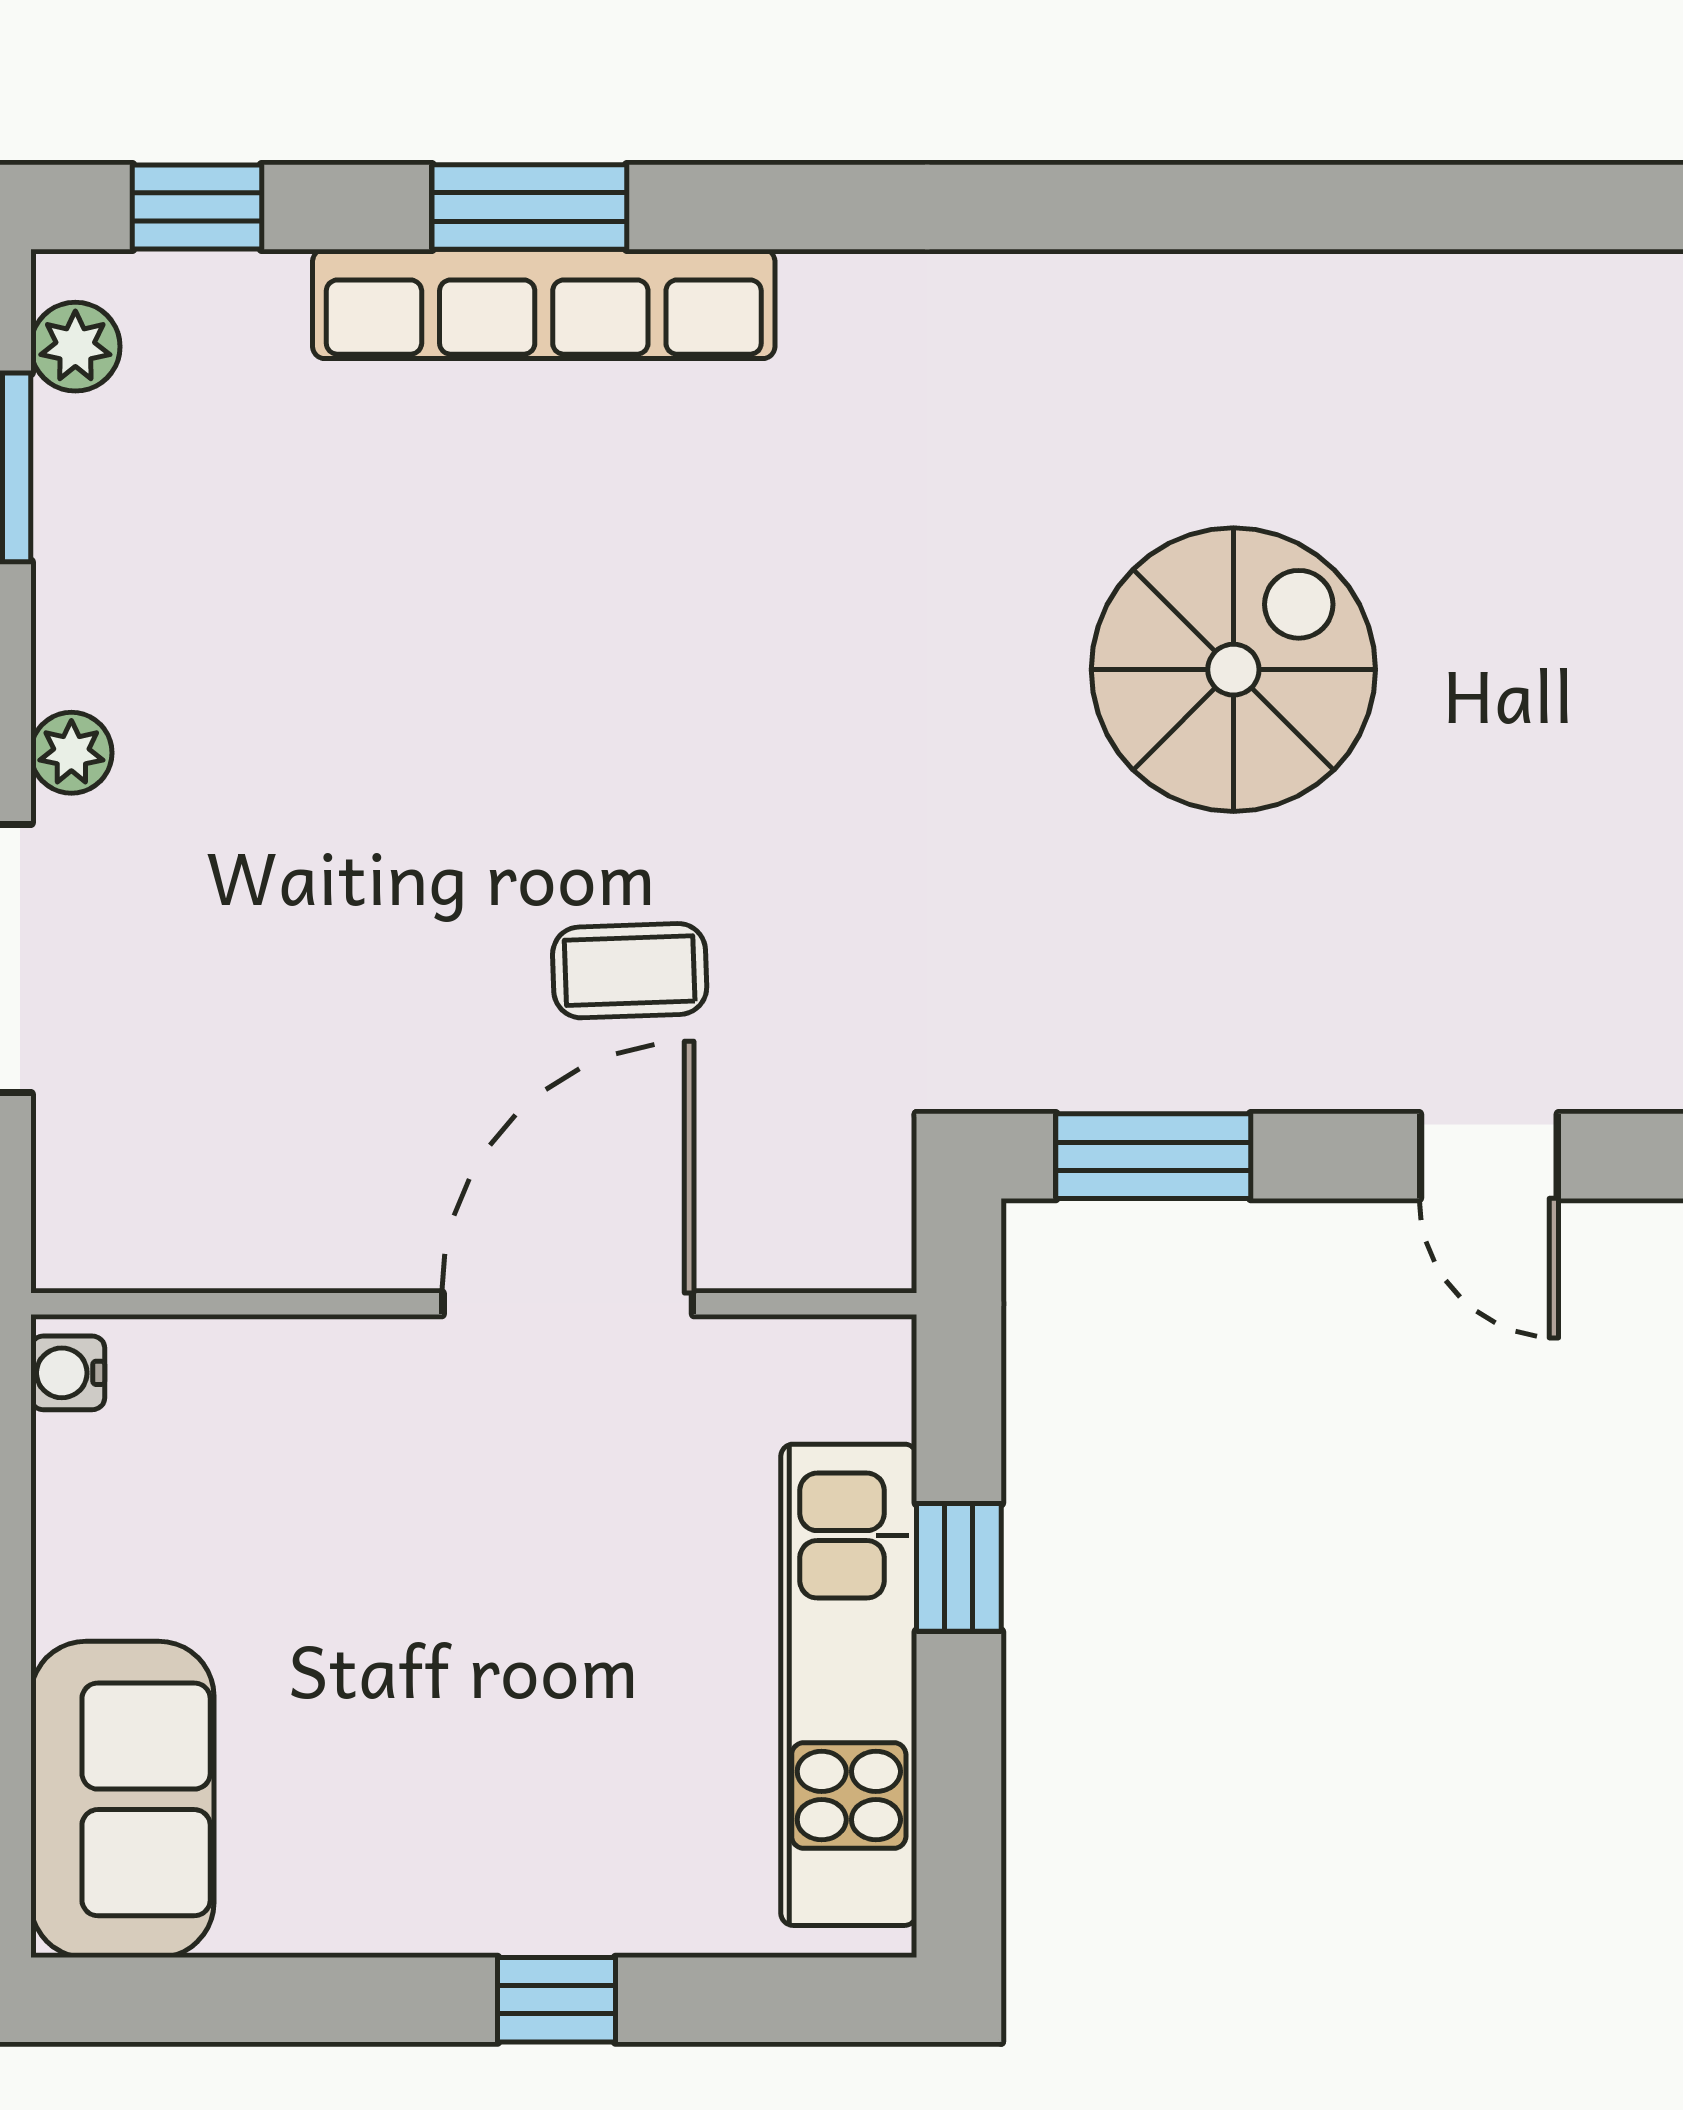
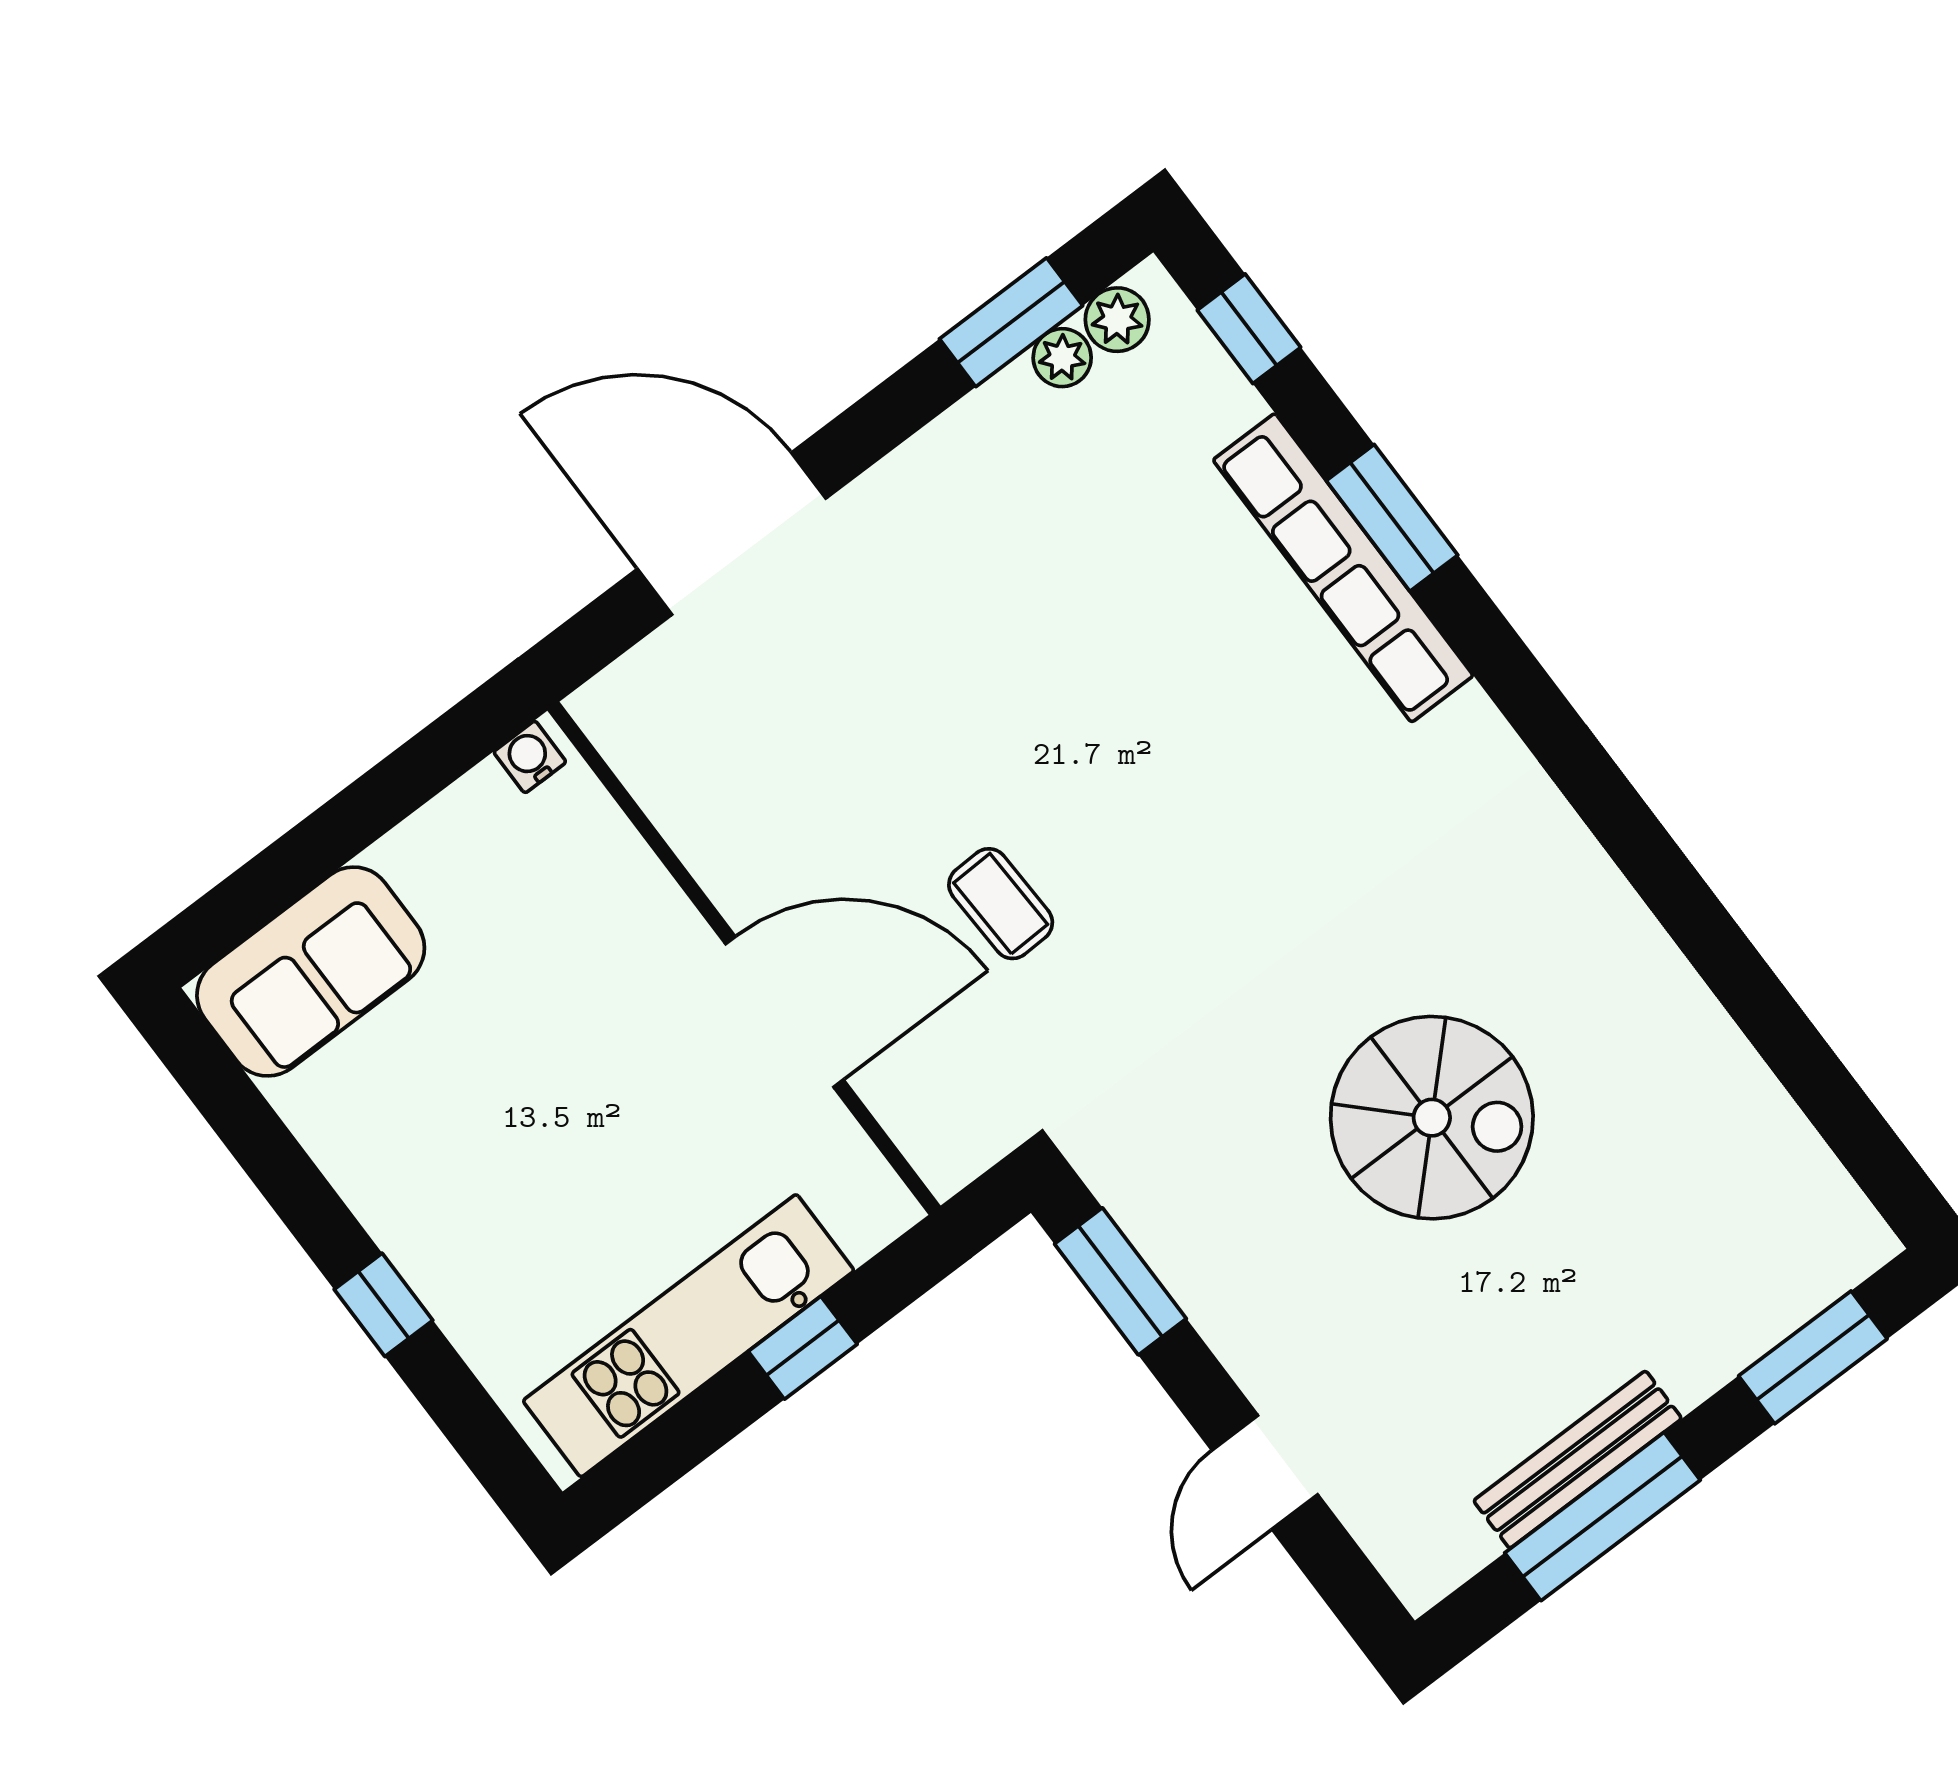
plant: (71, 753) -> (1062, 358), moved

